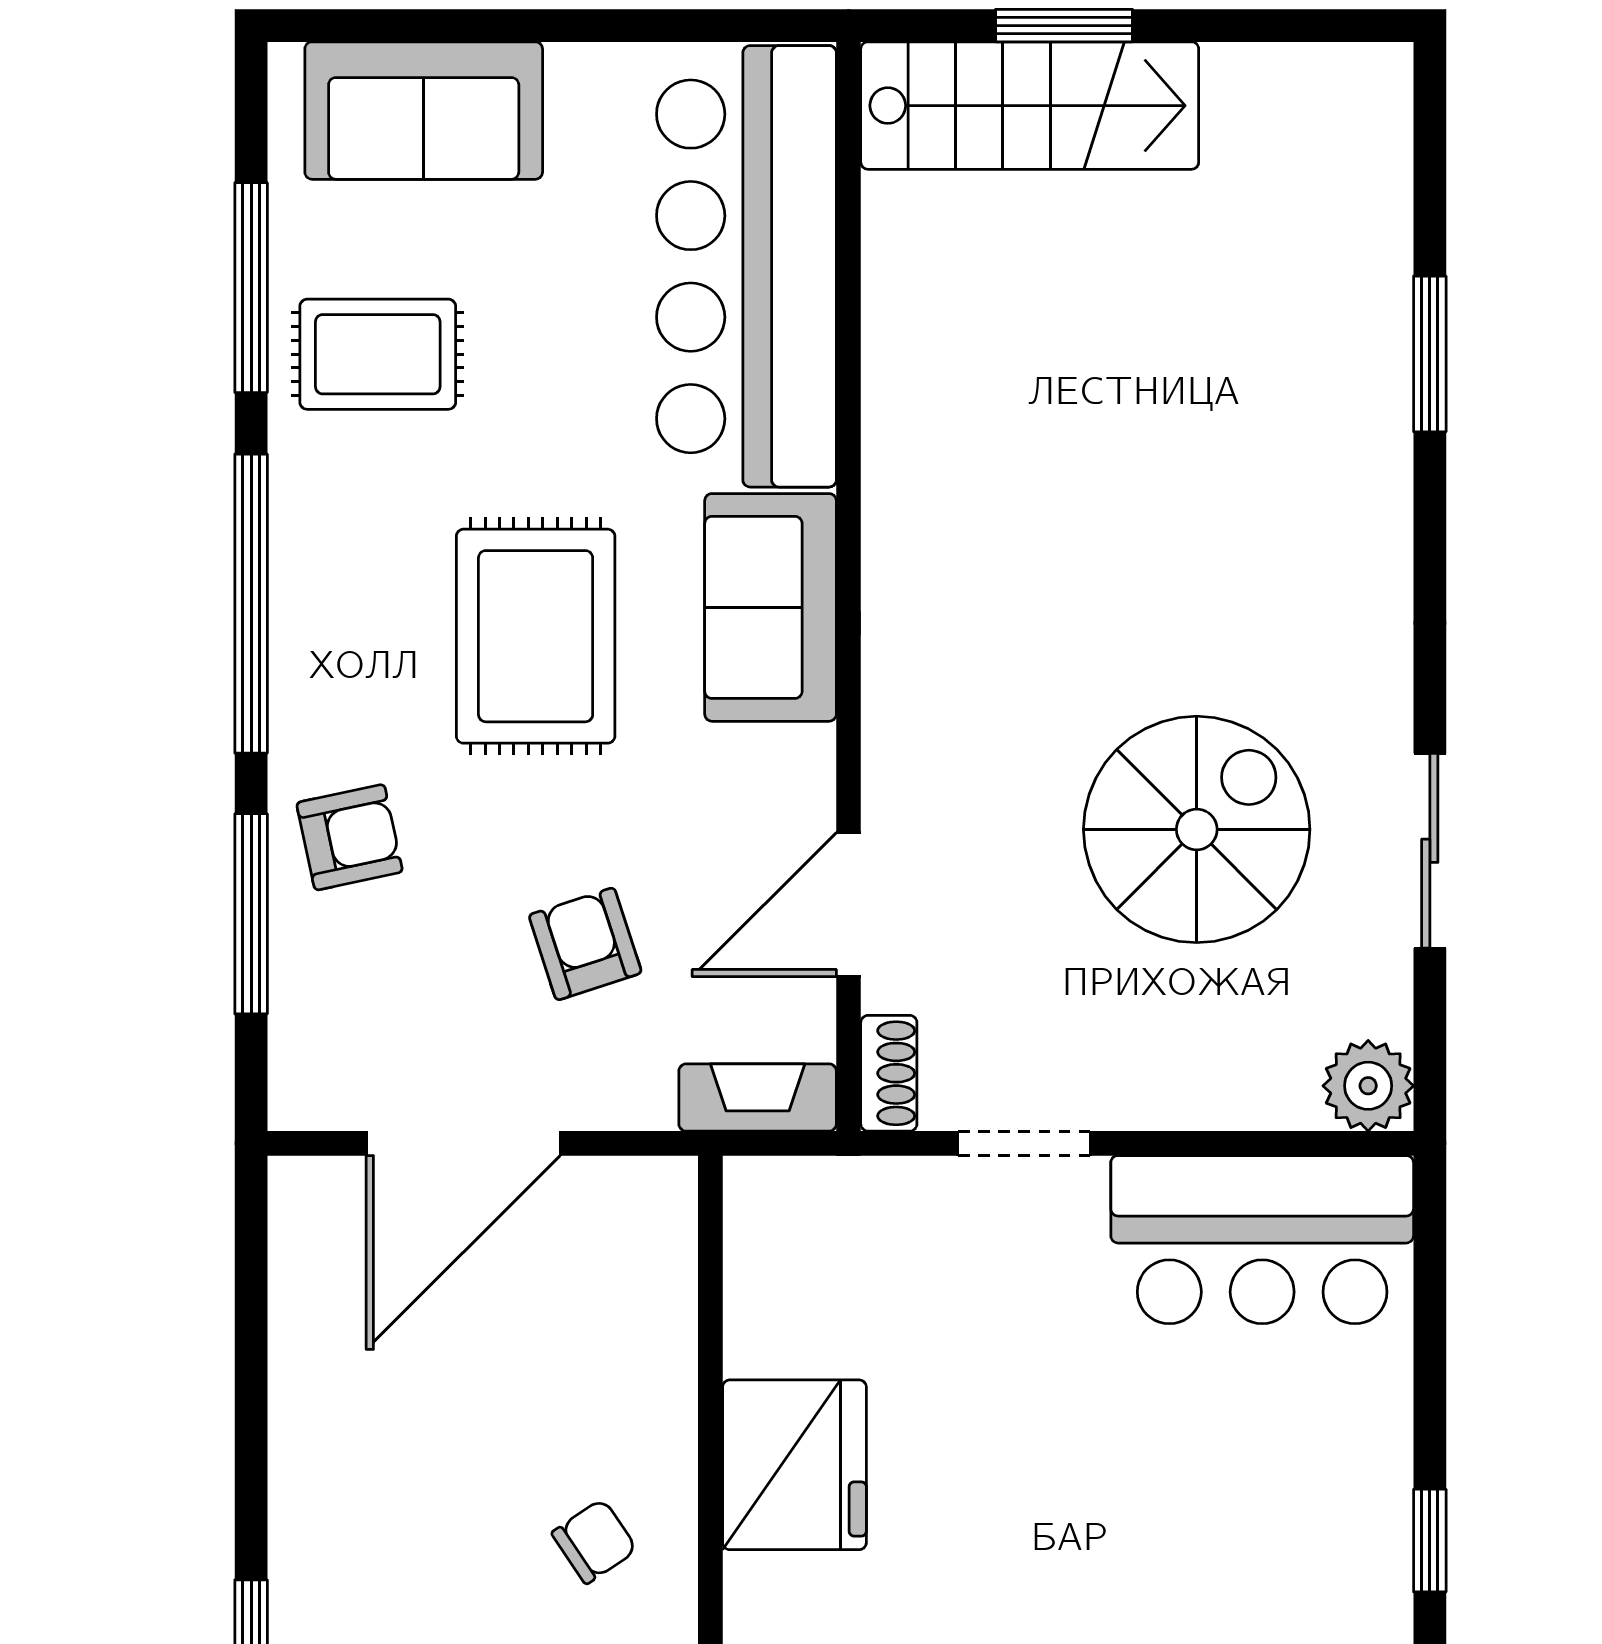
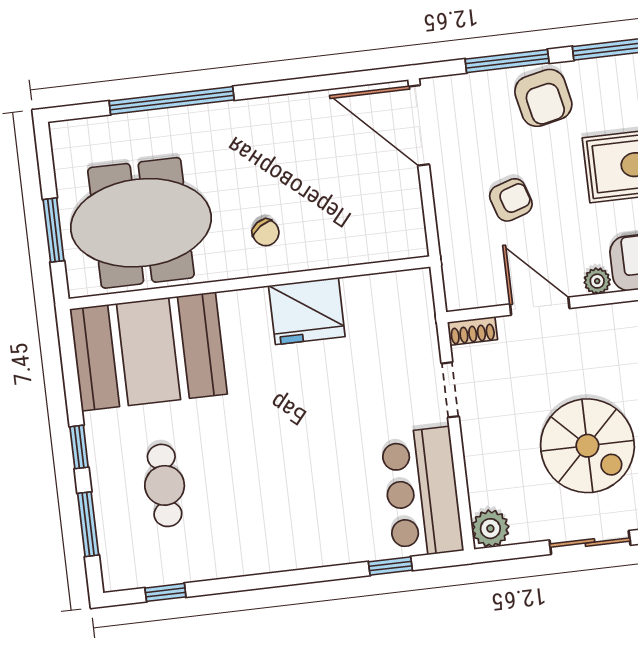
plant: (804, 760) -> (597, 281), added
armchair: (350, 837) -> (543, 98), width x1.38, depth x1.38
fireplace: (758, 1098) -> (456, 278), removed
door: (463, 1143) -> (419, 125), moved
window: (1430, 1541) -> (390, 566), moved

